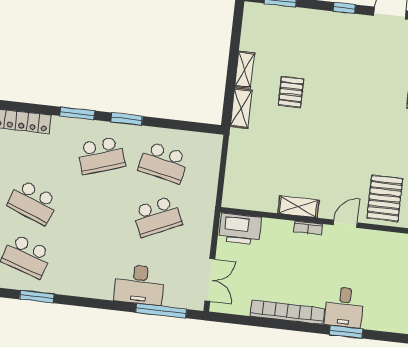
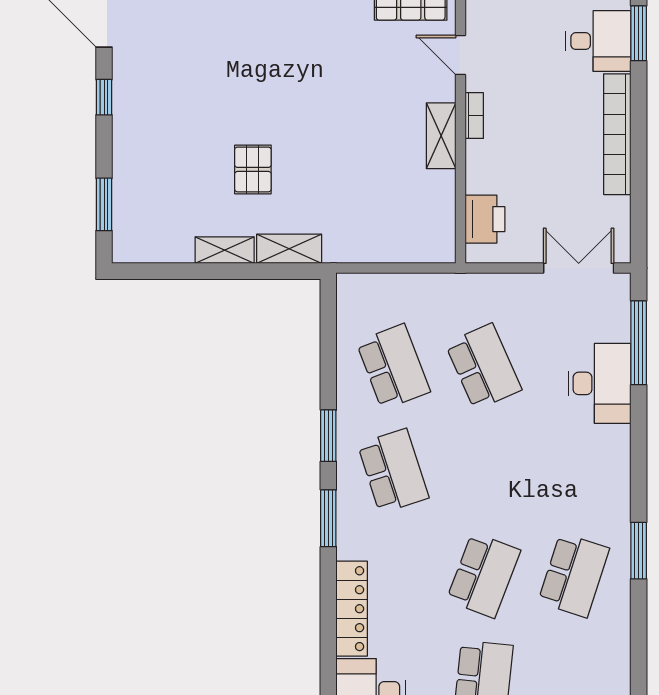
pallet: (291, 92) -> (253, 169), turned 90
school desk: (163, 162) -> (393, 367), turned -33
printer: (240, 229) -> (485, 219), width x0.73, depth x0.84

